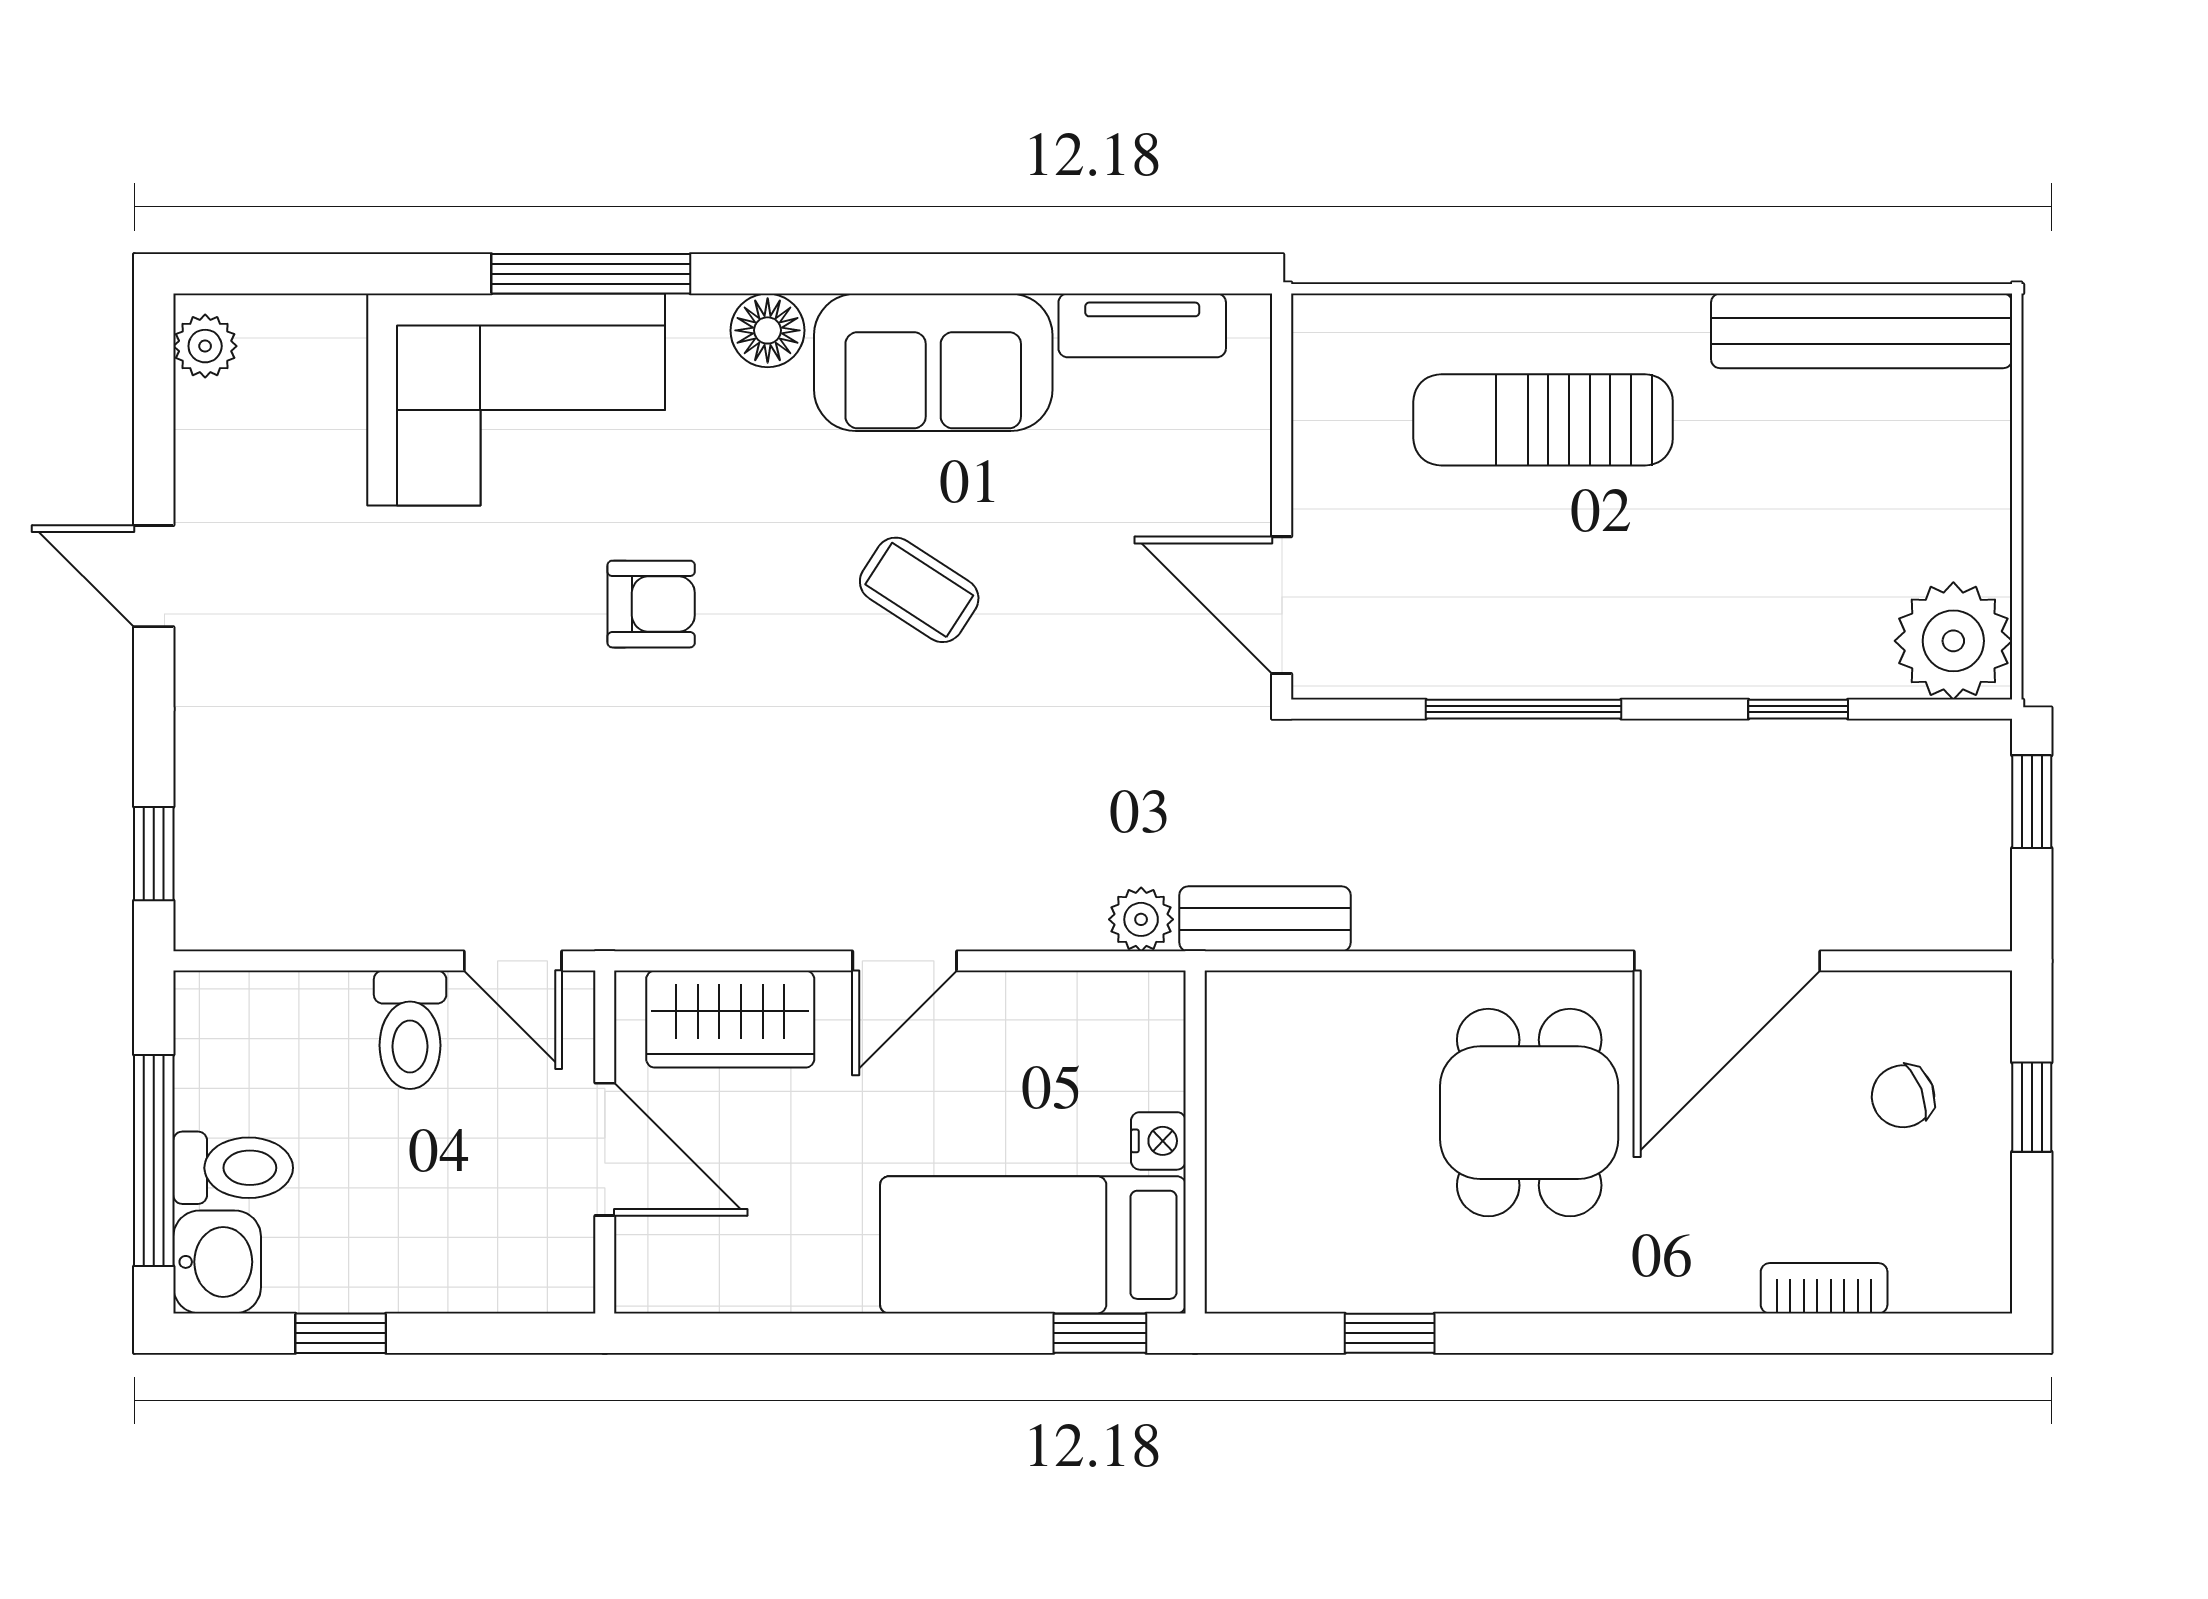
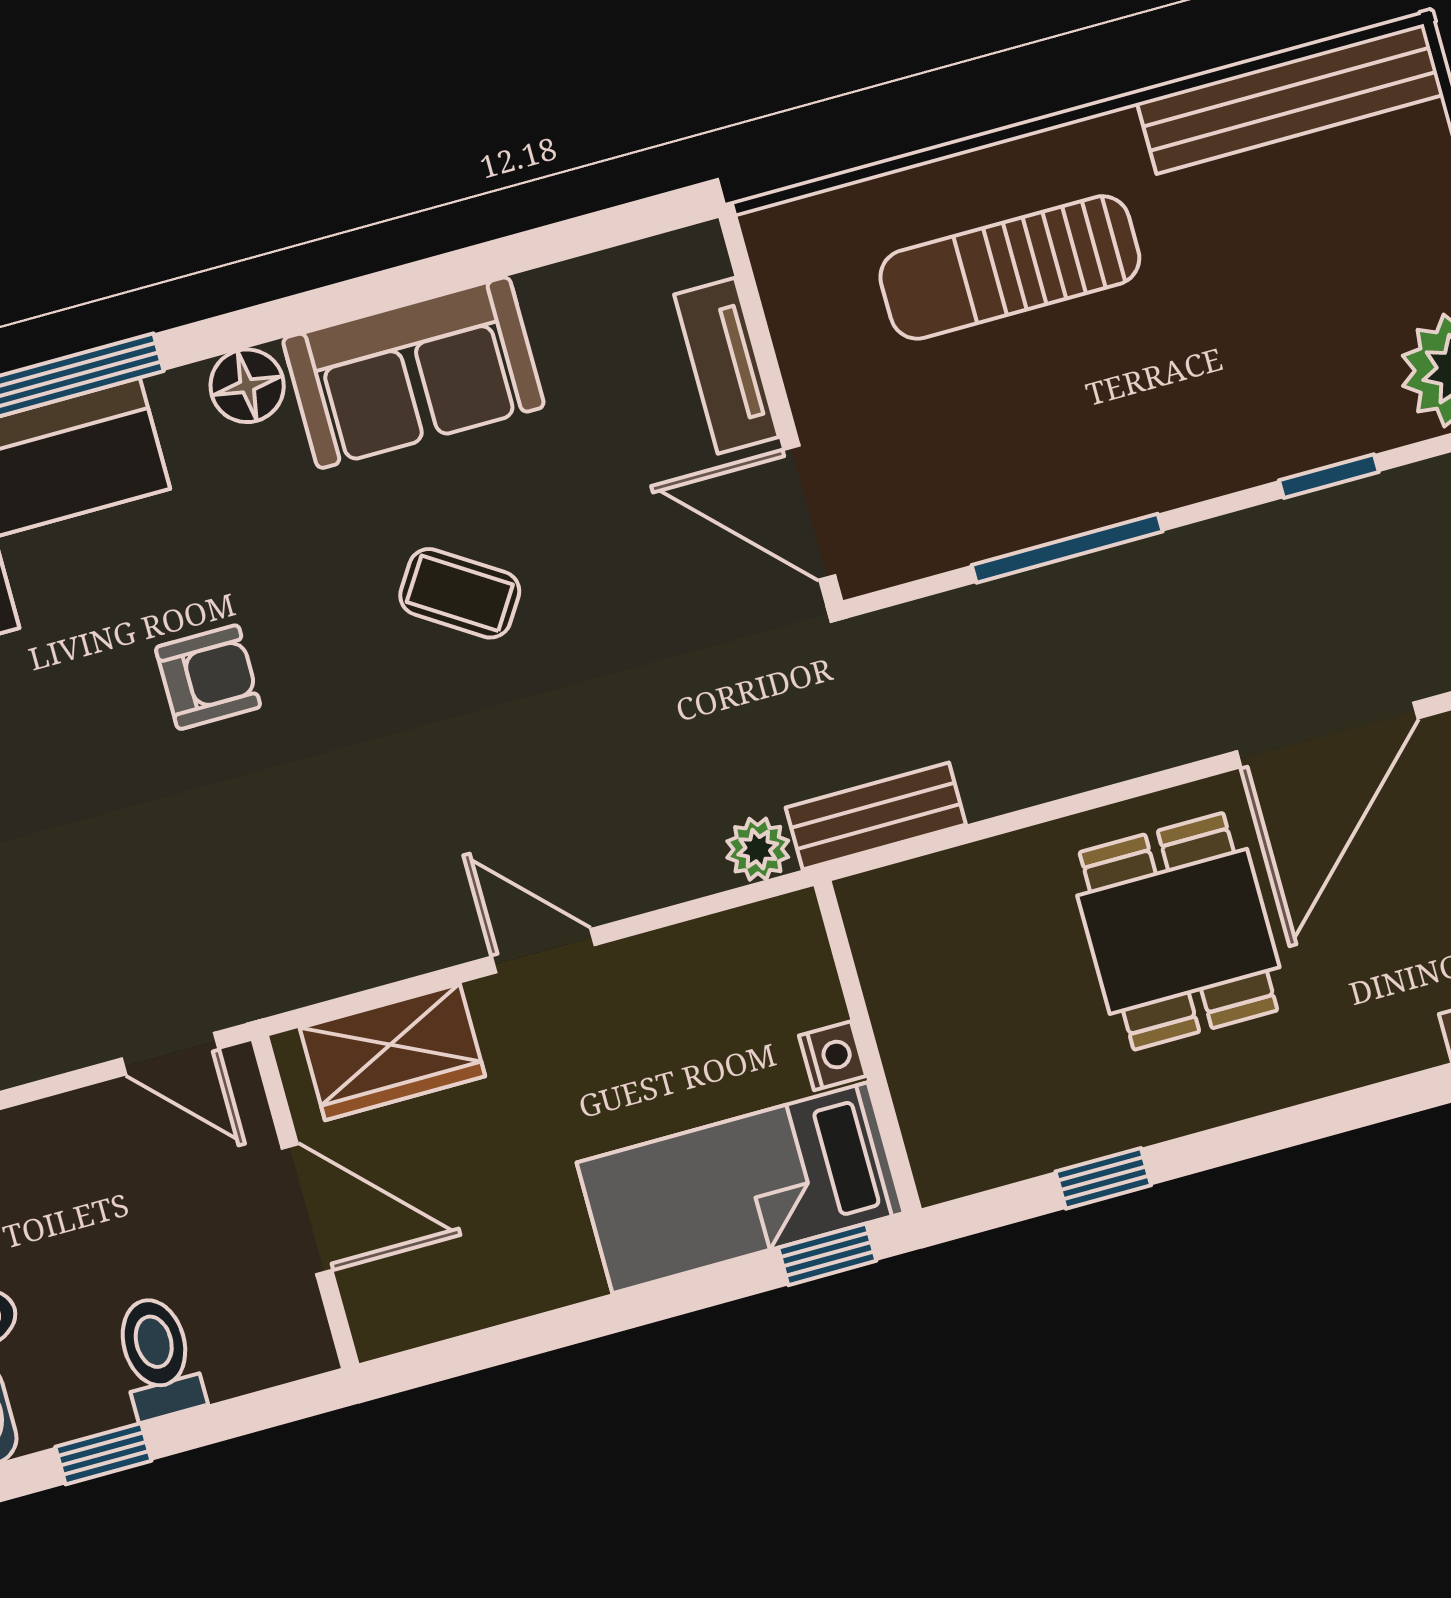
tv unit: (1142, 325) -> (726, 366), moved, turned 90
door: (905, 961) -> (543, 951), swing flipped
toilet: (410, 1030) -> (158, 1358), moved, turned 180

